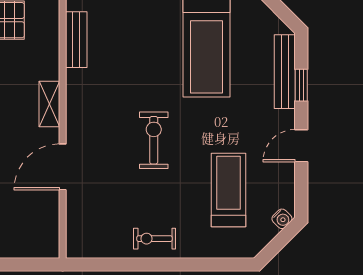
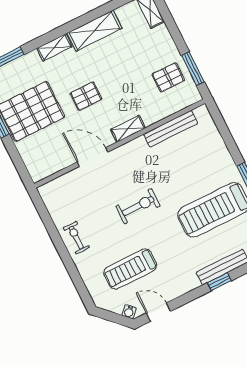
bench: (76, 40) -> (171, 129), width x1.36
door: (301, 146) -> (158, 312), moved
treadmill: (228, 190) -> (130, 269), turned 180

